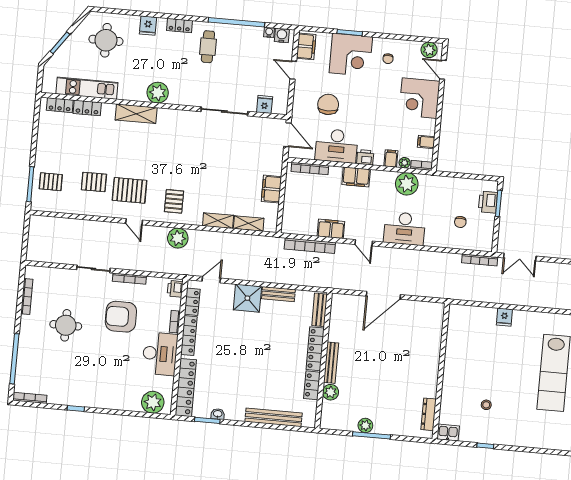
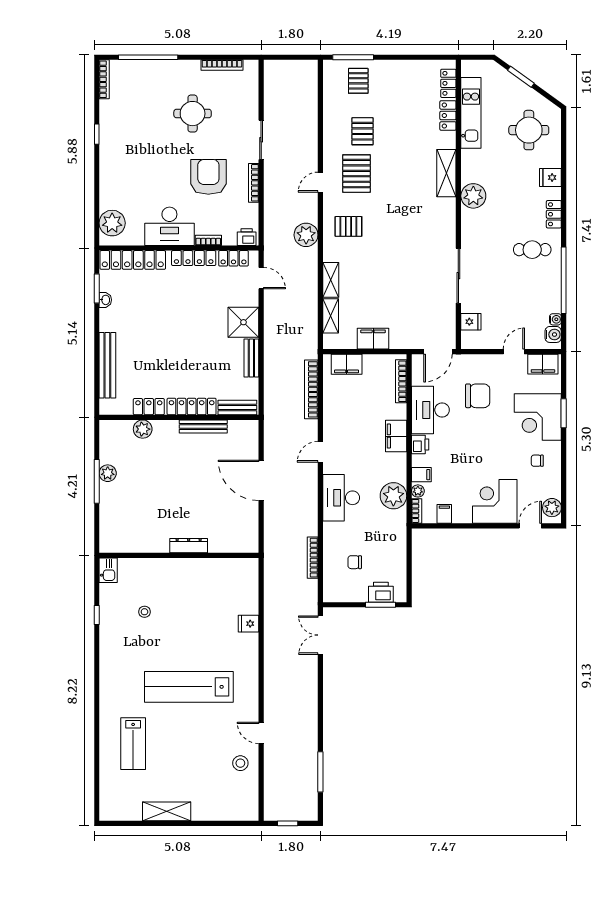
filing cabinet: (331, 229) -> (347, 364), moved, turned 90
bookcase: (480, 260) -> (313, 558), moved
bench: (331, 363) -> (203, 426), moved
dresser: (429, 414) -> (189, 546), moved

